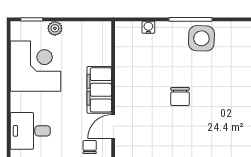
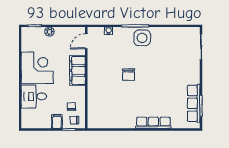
corner desk: (35, 66) -> (37, 68), moved
door: (113, 127) -> (86, 41), moved

